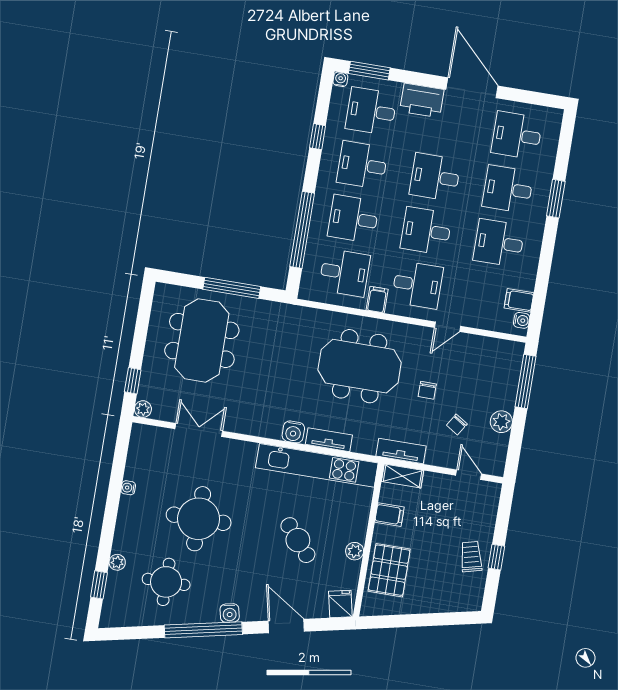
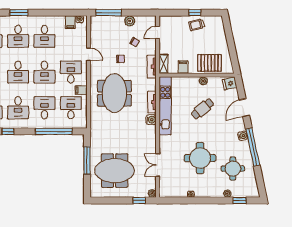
desk: (353, 219) -> (44, 108), turned 180

